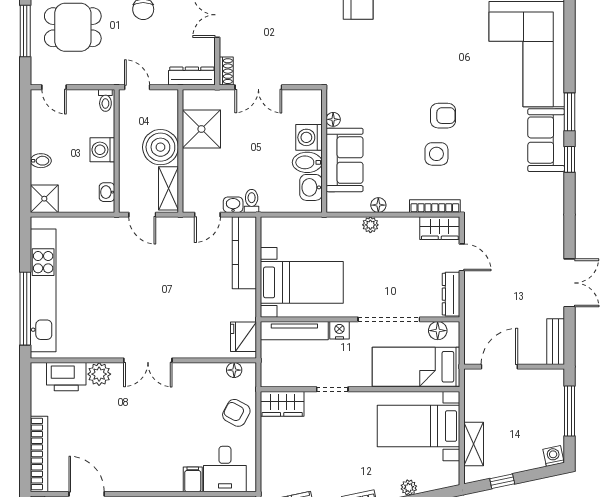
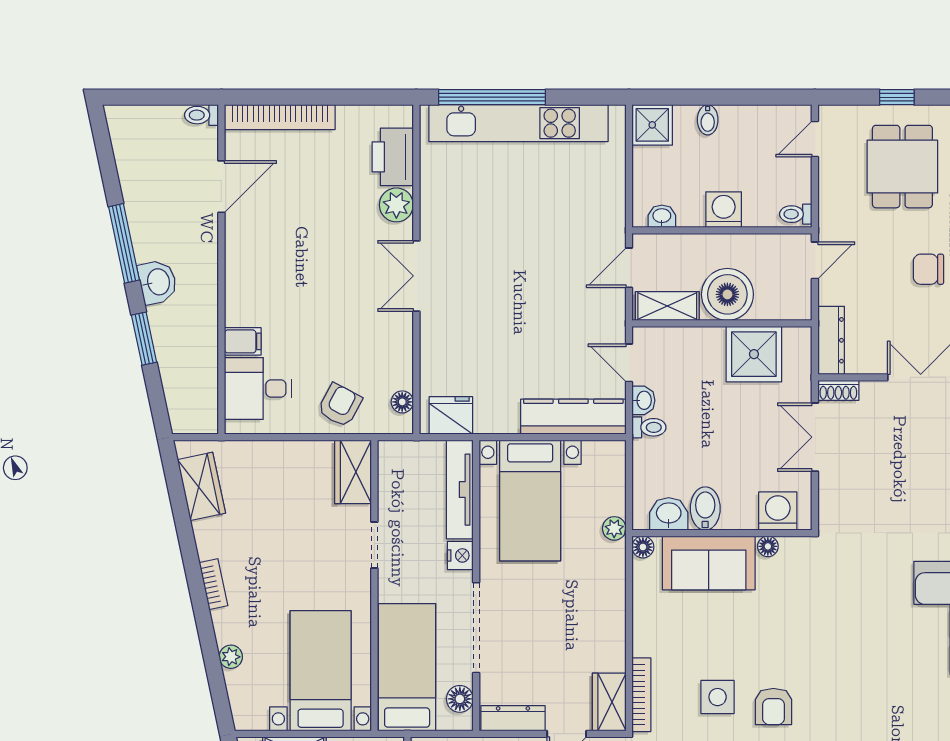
window: (25, 31) -> (897, 97), width x0.46
washing machine: (309, 137) -> (778, 511), moved
floor lamp: (378, 205) -> (643, 547), moved
plant: (370, 225) -> (614, 528), moved

